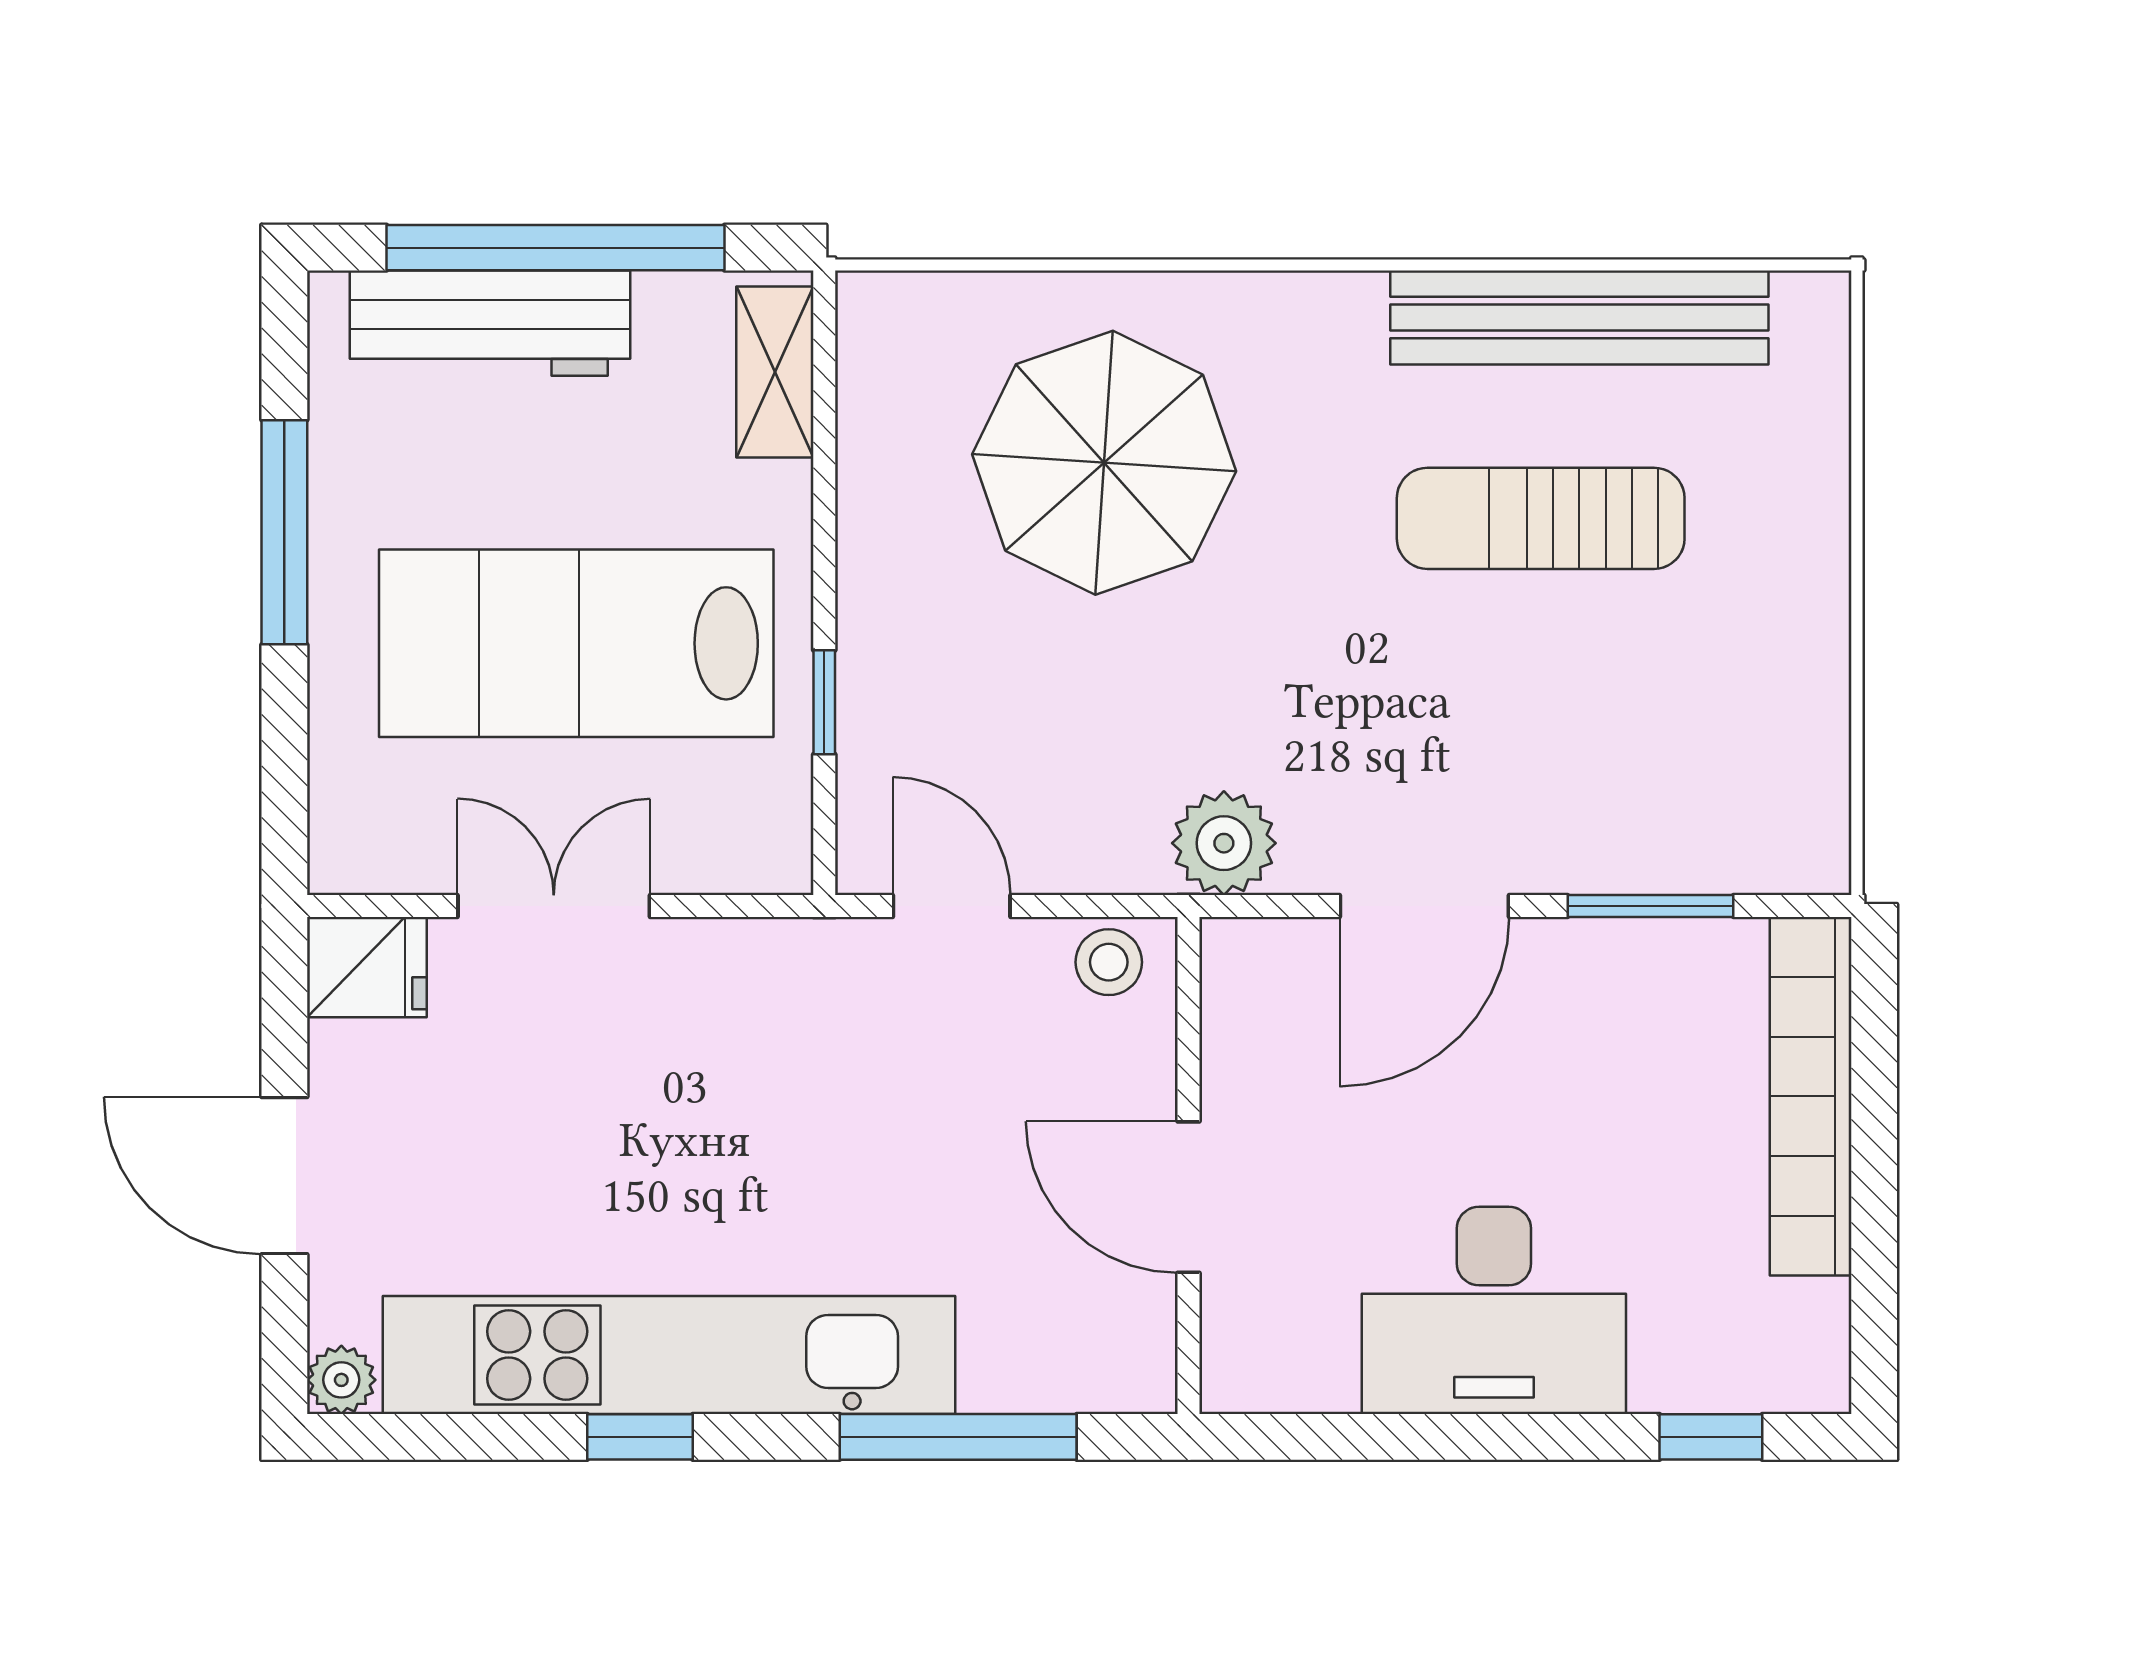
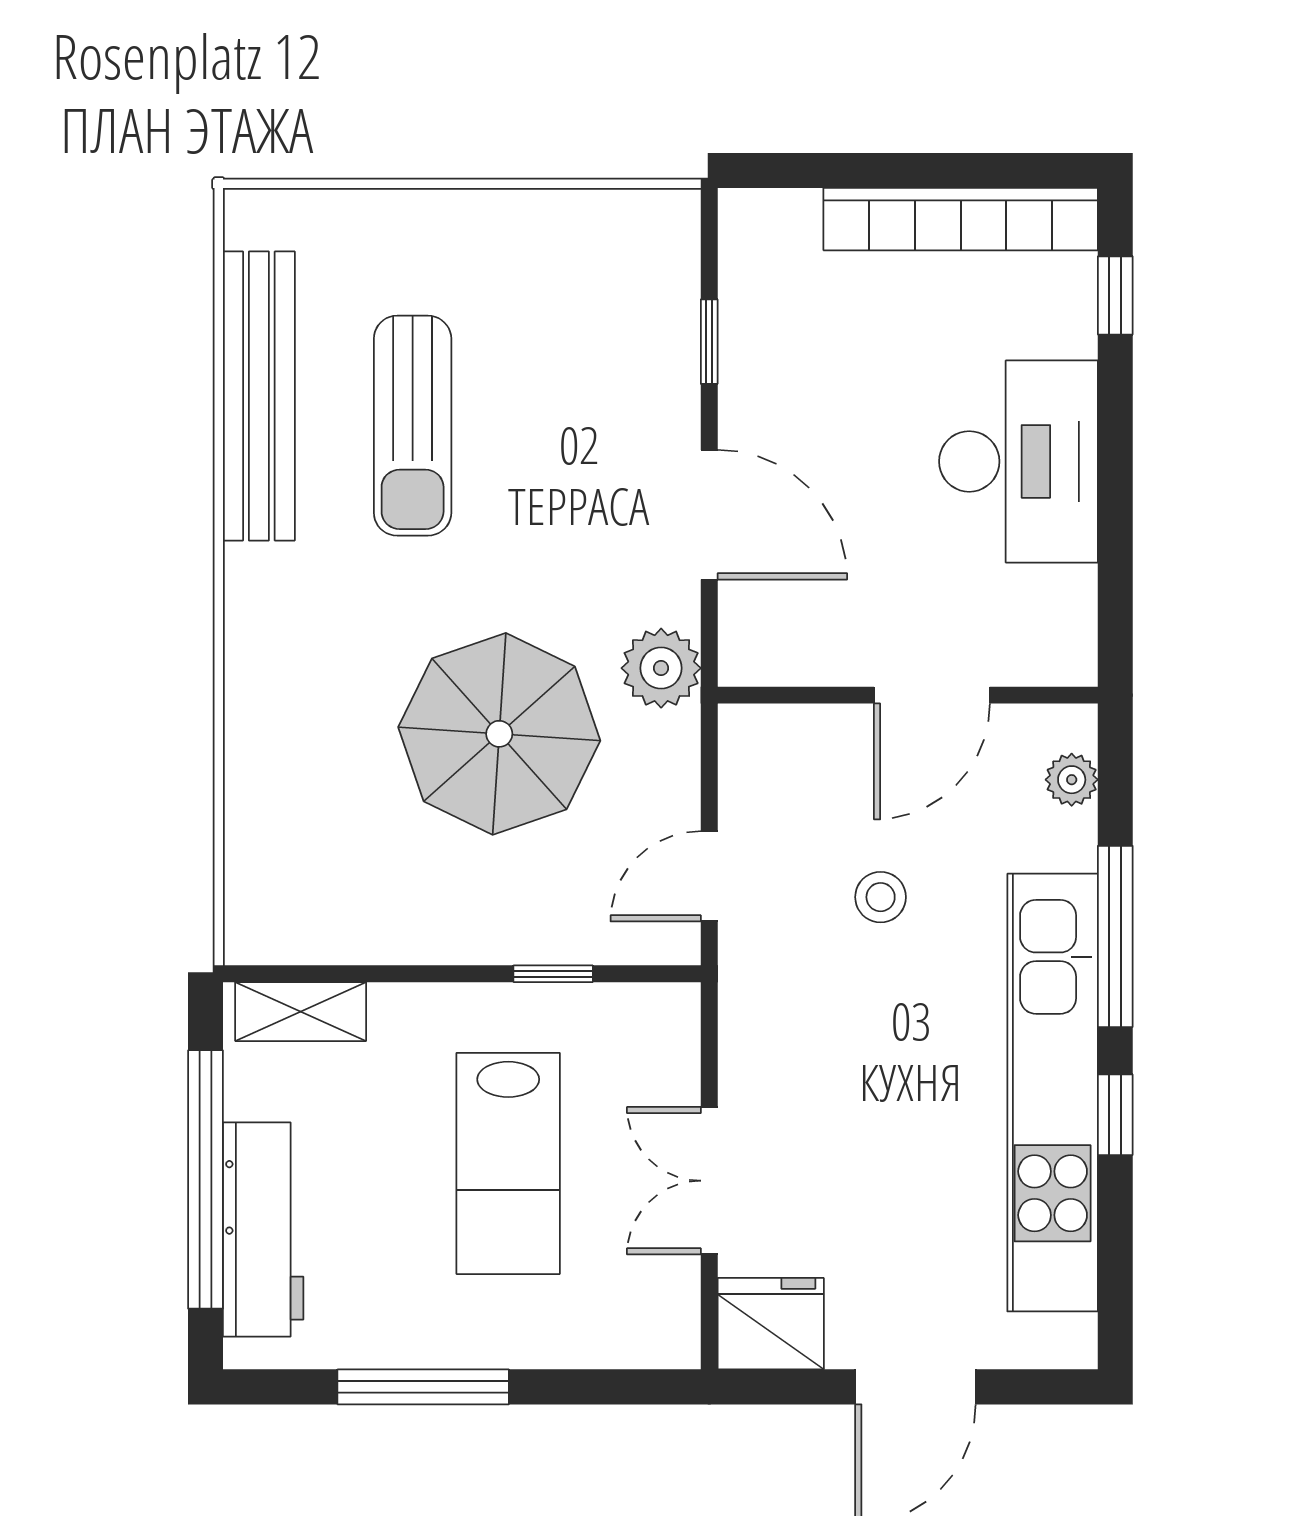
parasol: (1104, 463) -> (499, 734), moved
lab bench: (576, 643) -> (508, 1163), width x0.73, depth x0.72
window: (1650, 906) -> (709, 342), width x0.67
stool: (1109, 962) -> (881, 897), moved
fridge: (367, 967) -> (771, 1324), width x1.38
bookcase: (1811, 1096) -> (961, 219), moved
plant: (341, 1380) -> (1072, 780), moved
window: (958, 1437) -> (1115, 936), moved

